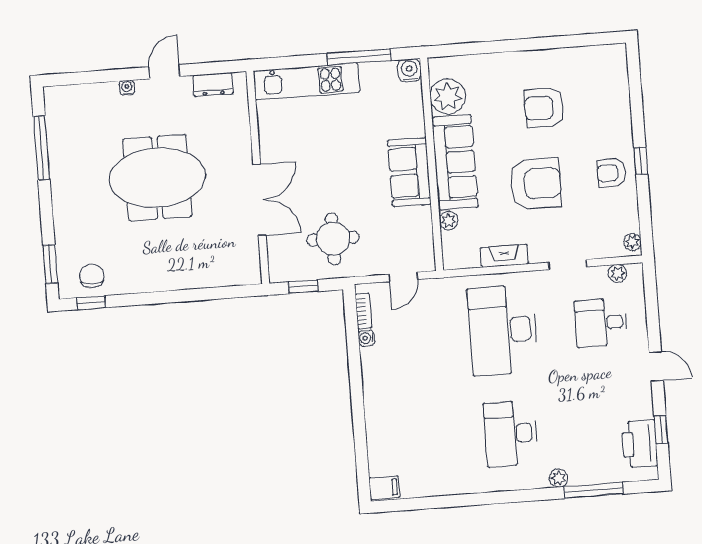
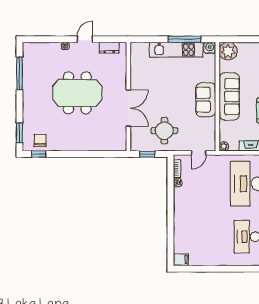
kitchen unit: (306, 82) -> (176, 50), moved
plant: (448, 96) -> (228, 51), moved
plant: (449, 221) -> (224, 146), moved

